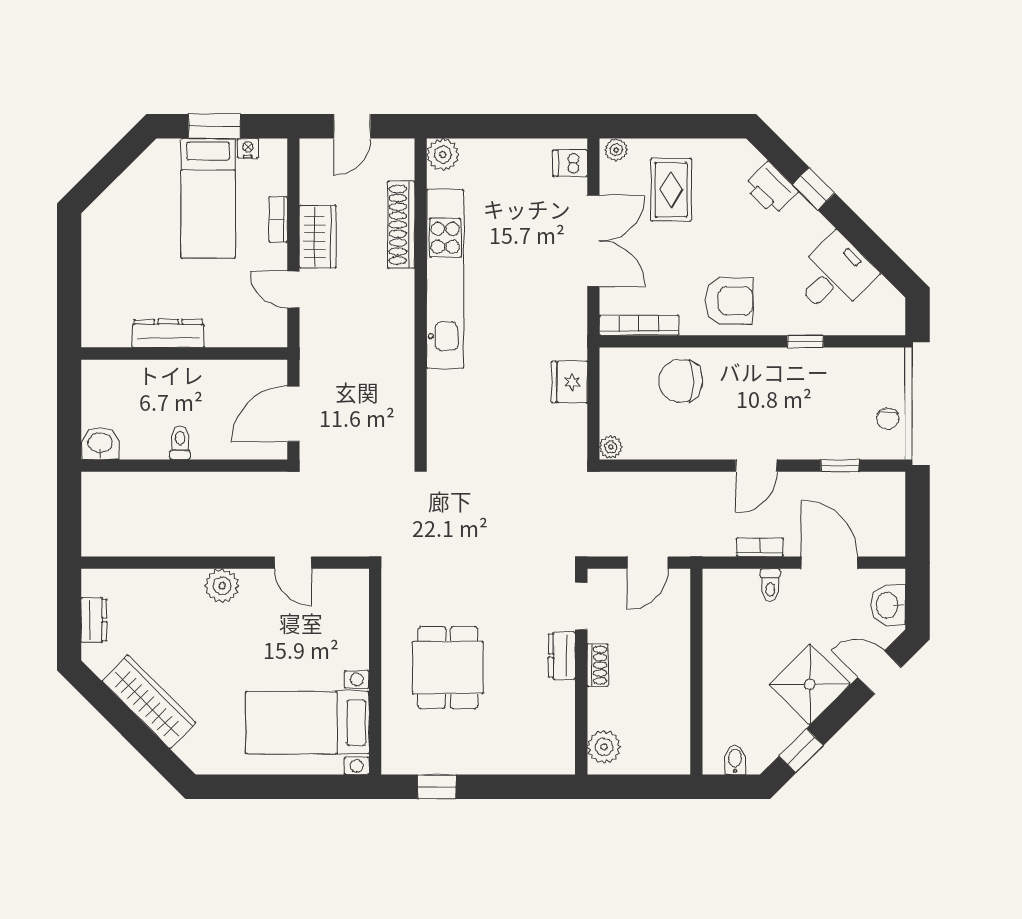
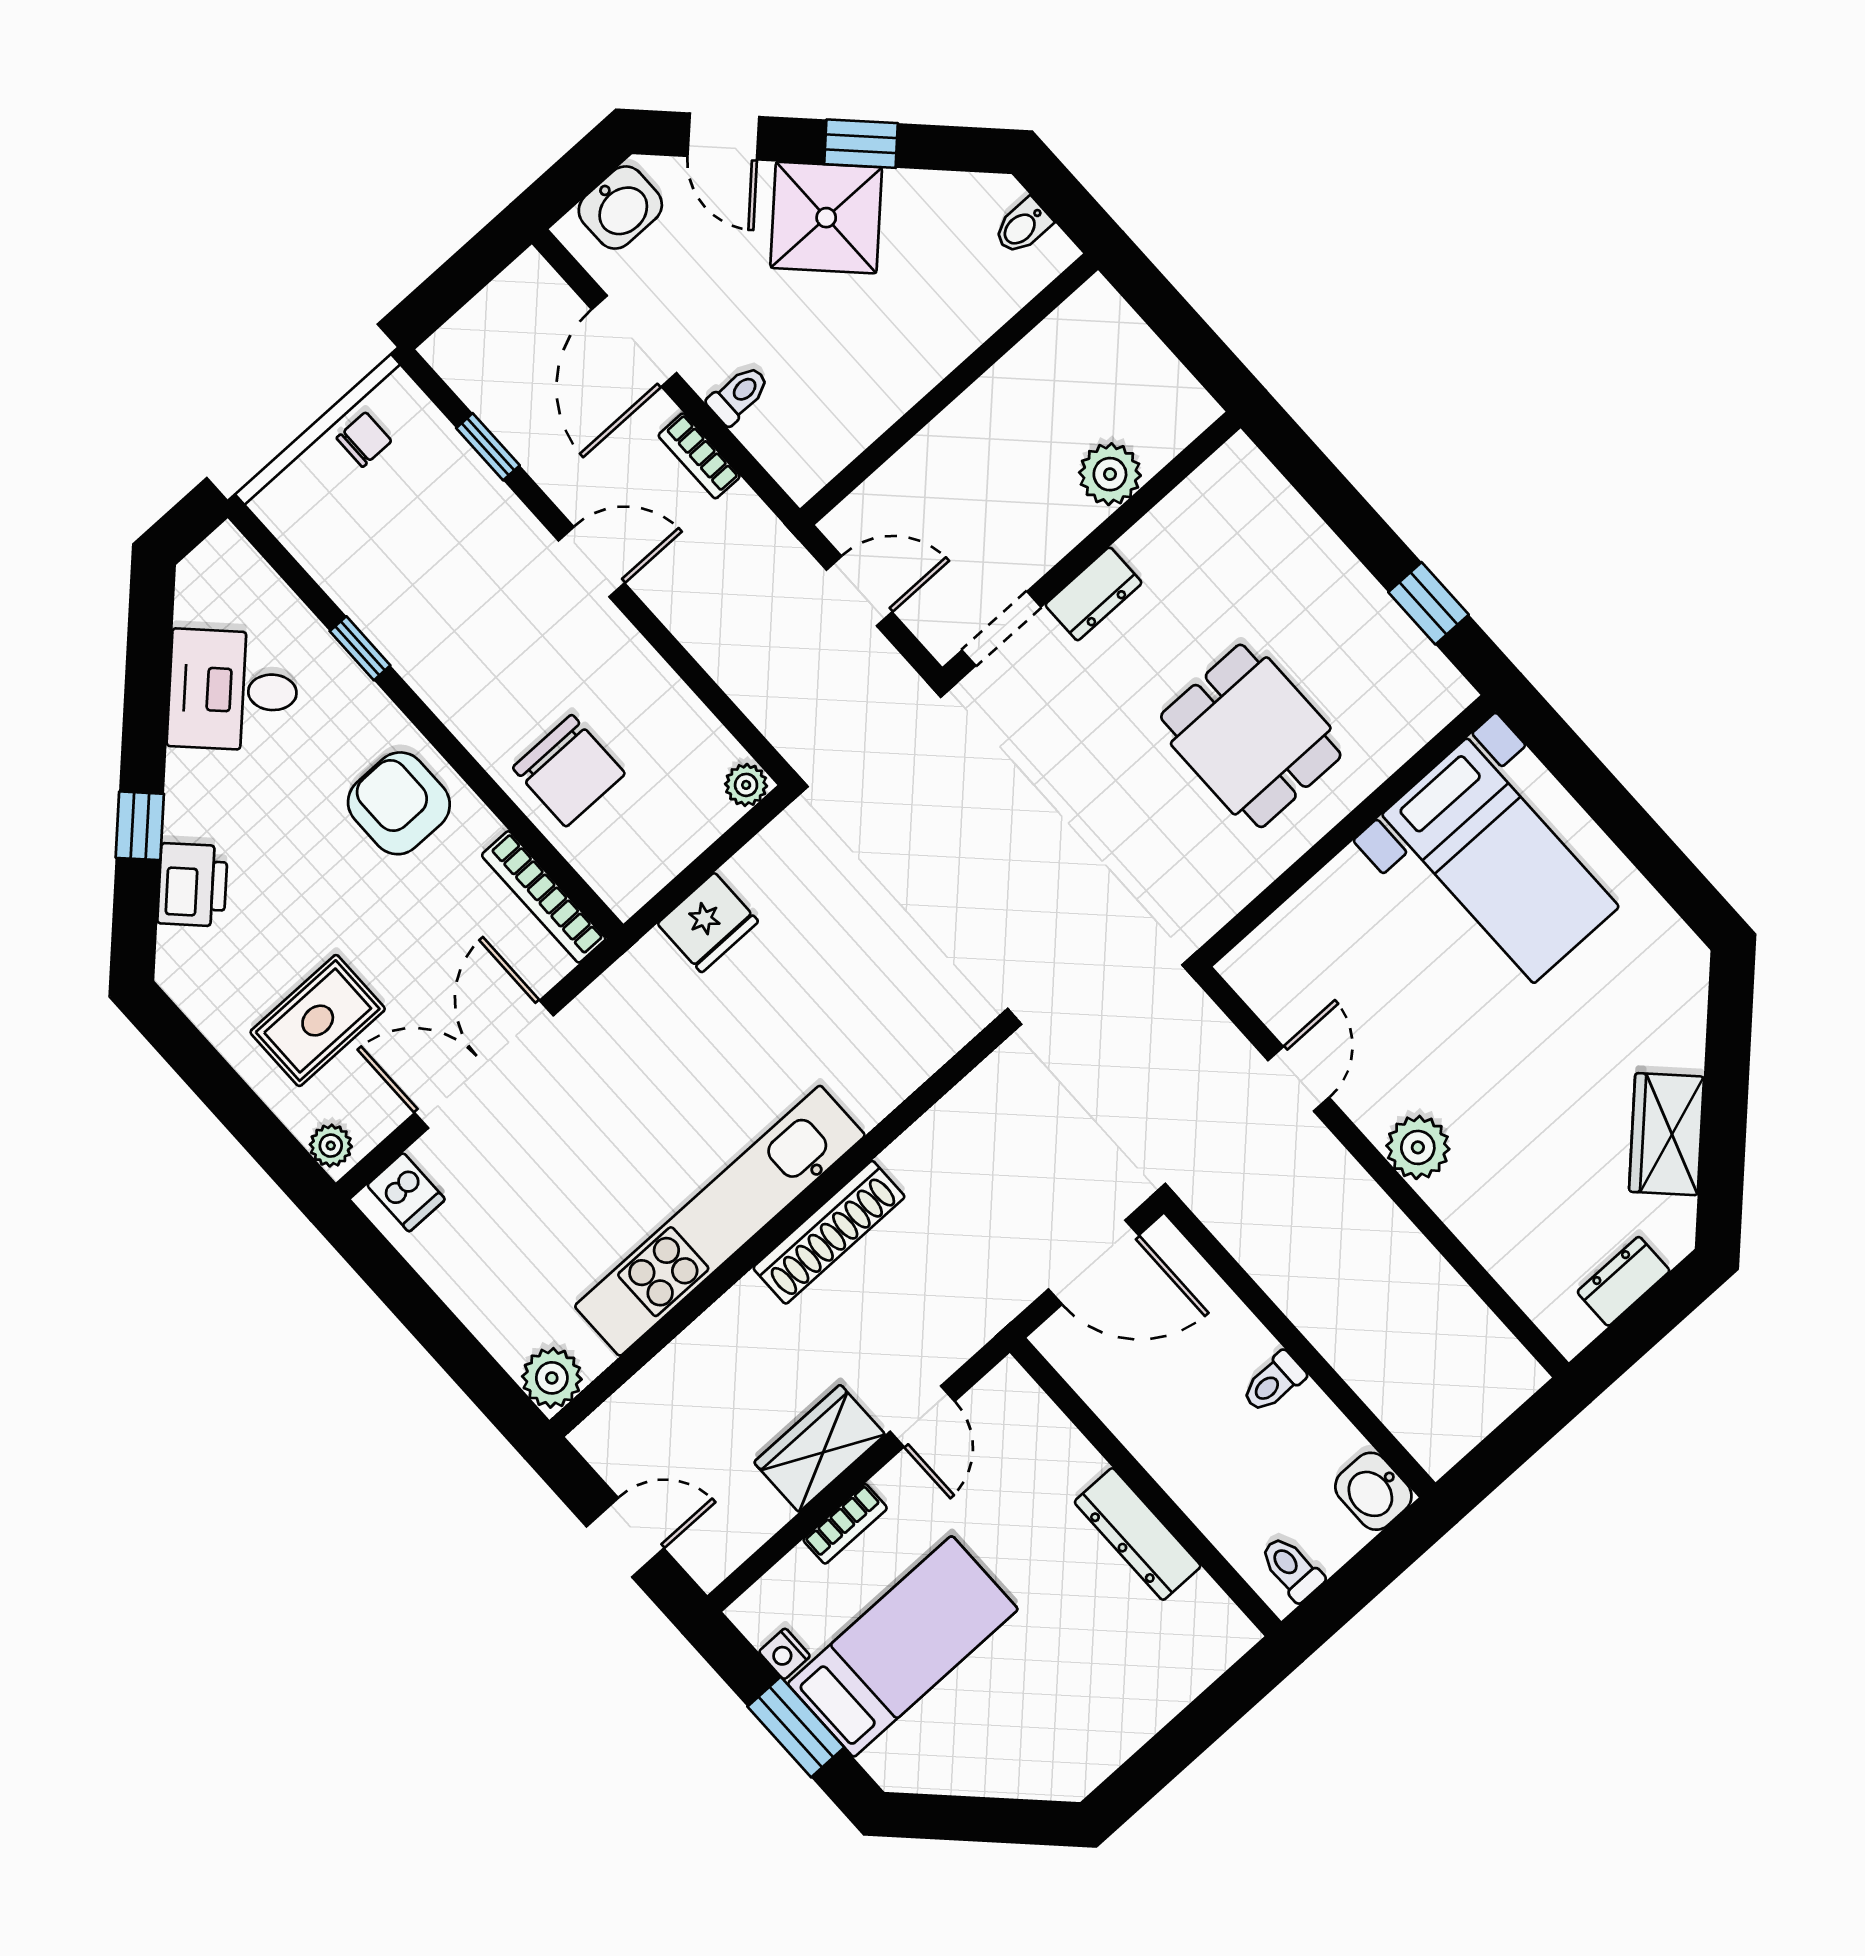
shoe rack: (401, 225) -> (829, 1232), moved
toilet: (99, 383) -> (1292, 1569), added
shoe rack: (598, 665) -> (1062, 533), removed
dining table: (448, 667) -> (1251, 736), turned 90
wardrobe: (149, 702) -> (1666, 1134), width x0.67
plant: (604, 747) -> (1110, 474), moved
window: (801, 751) -> (861, 144), moved

